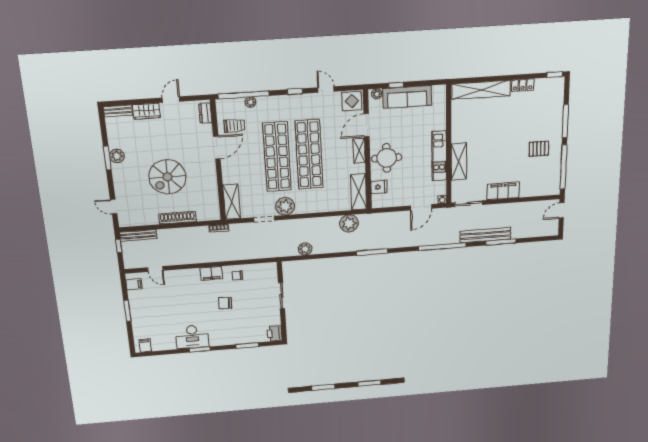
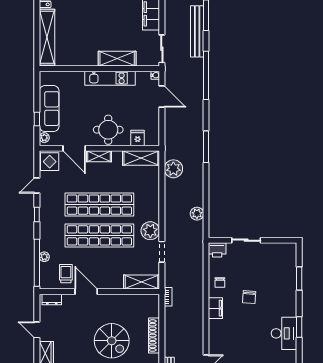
printer: (275, 333) -> (217, 250), moved

